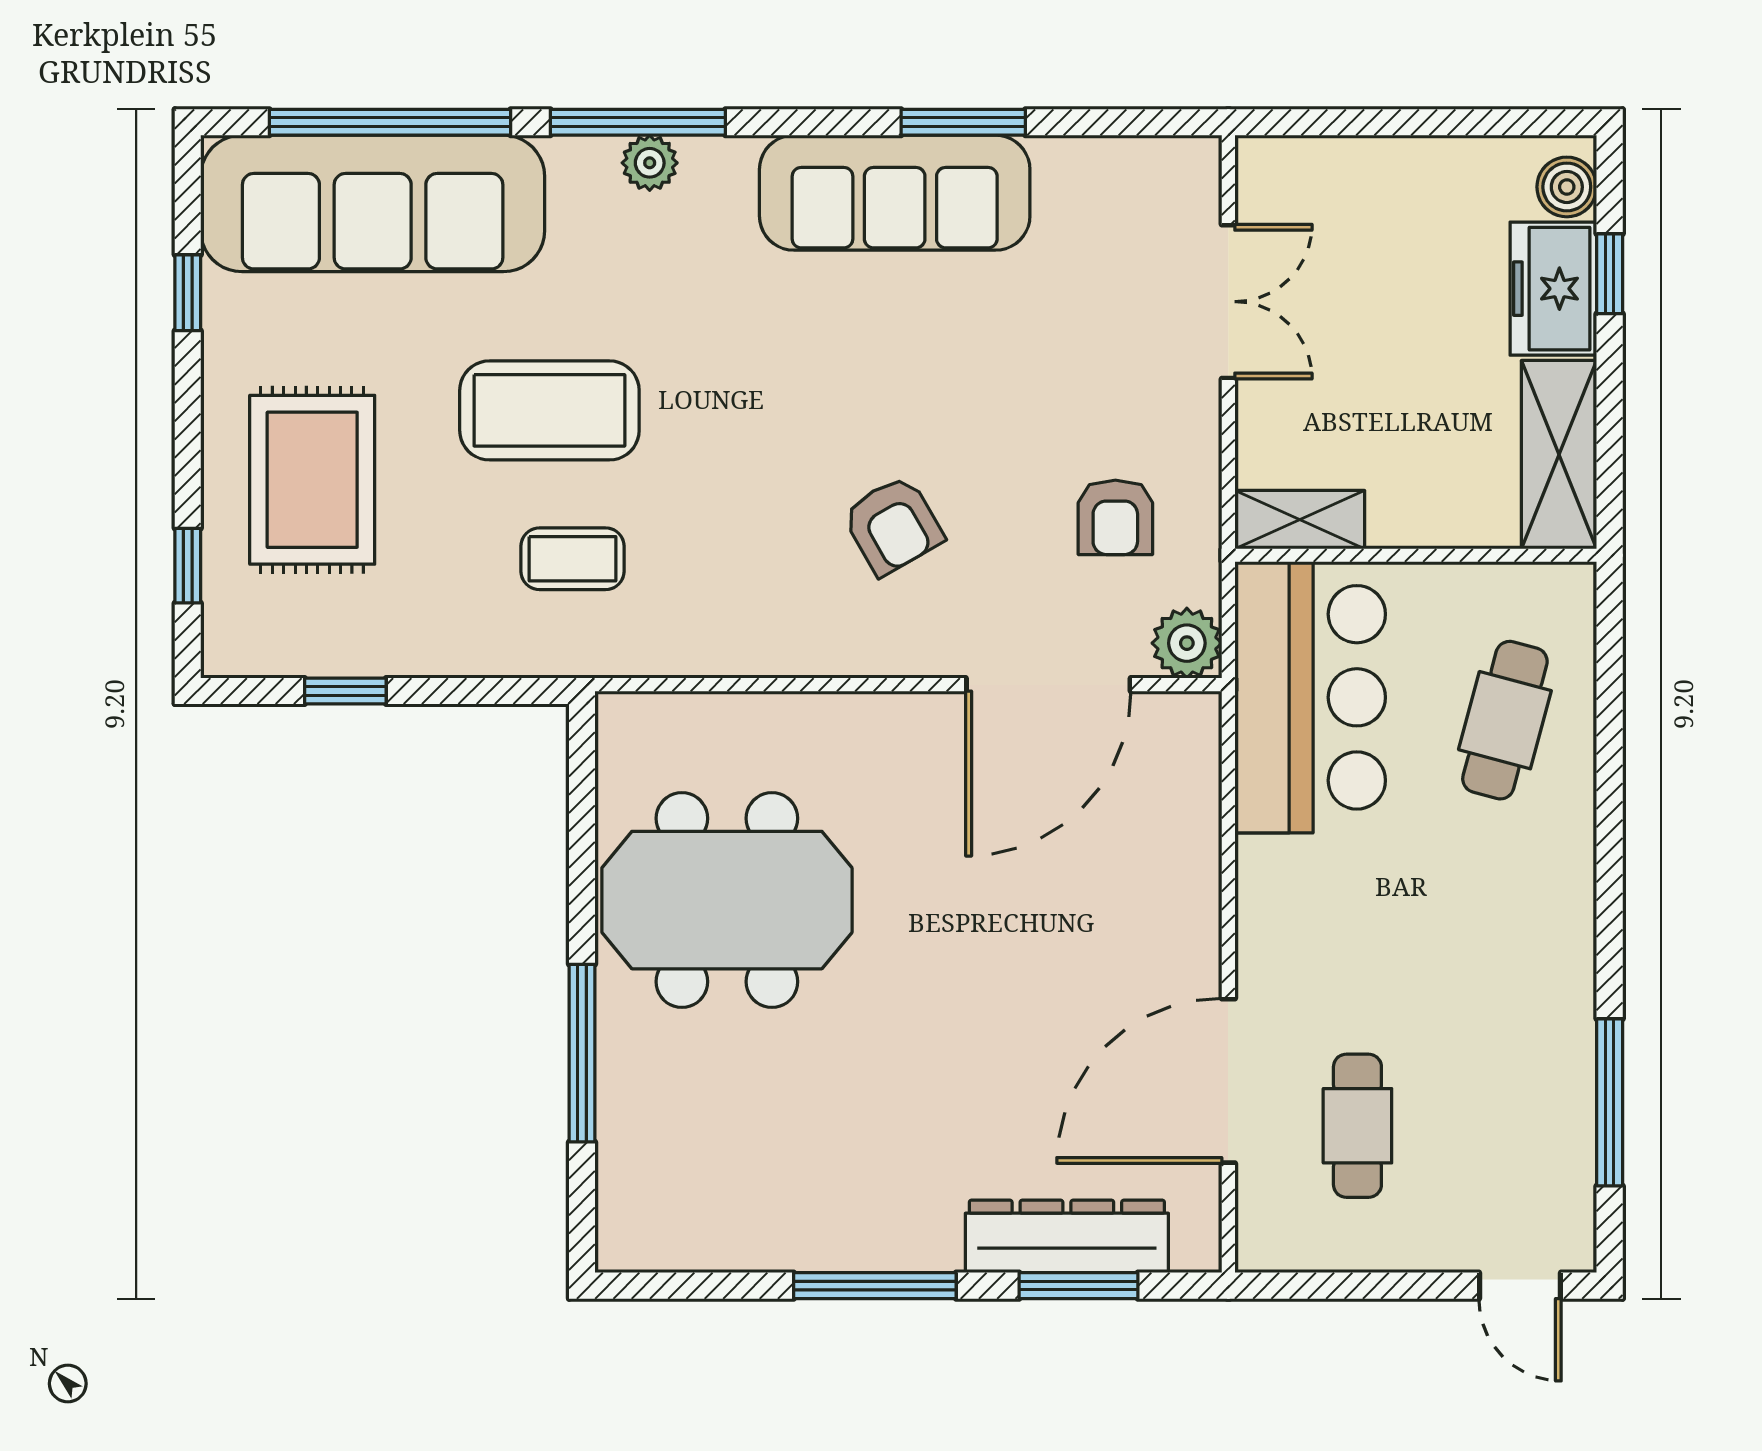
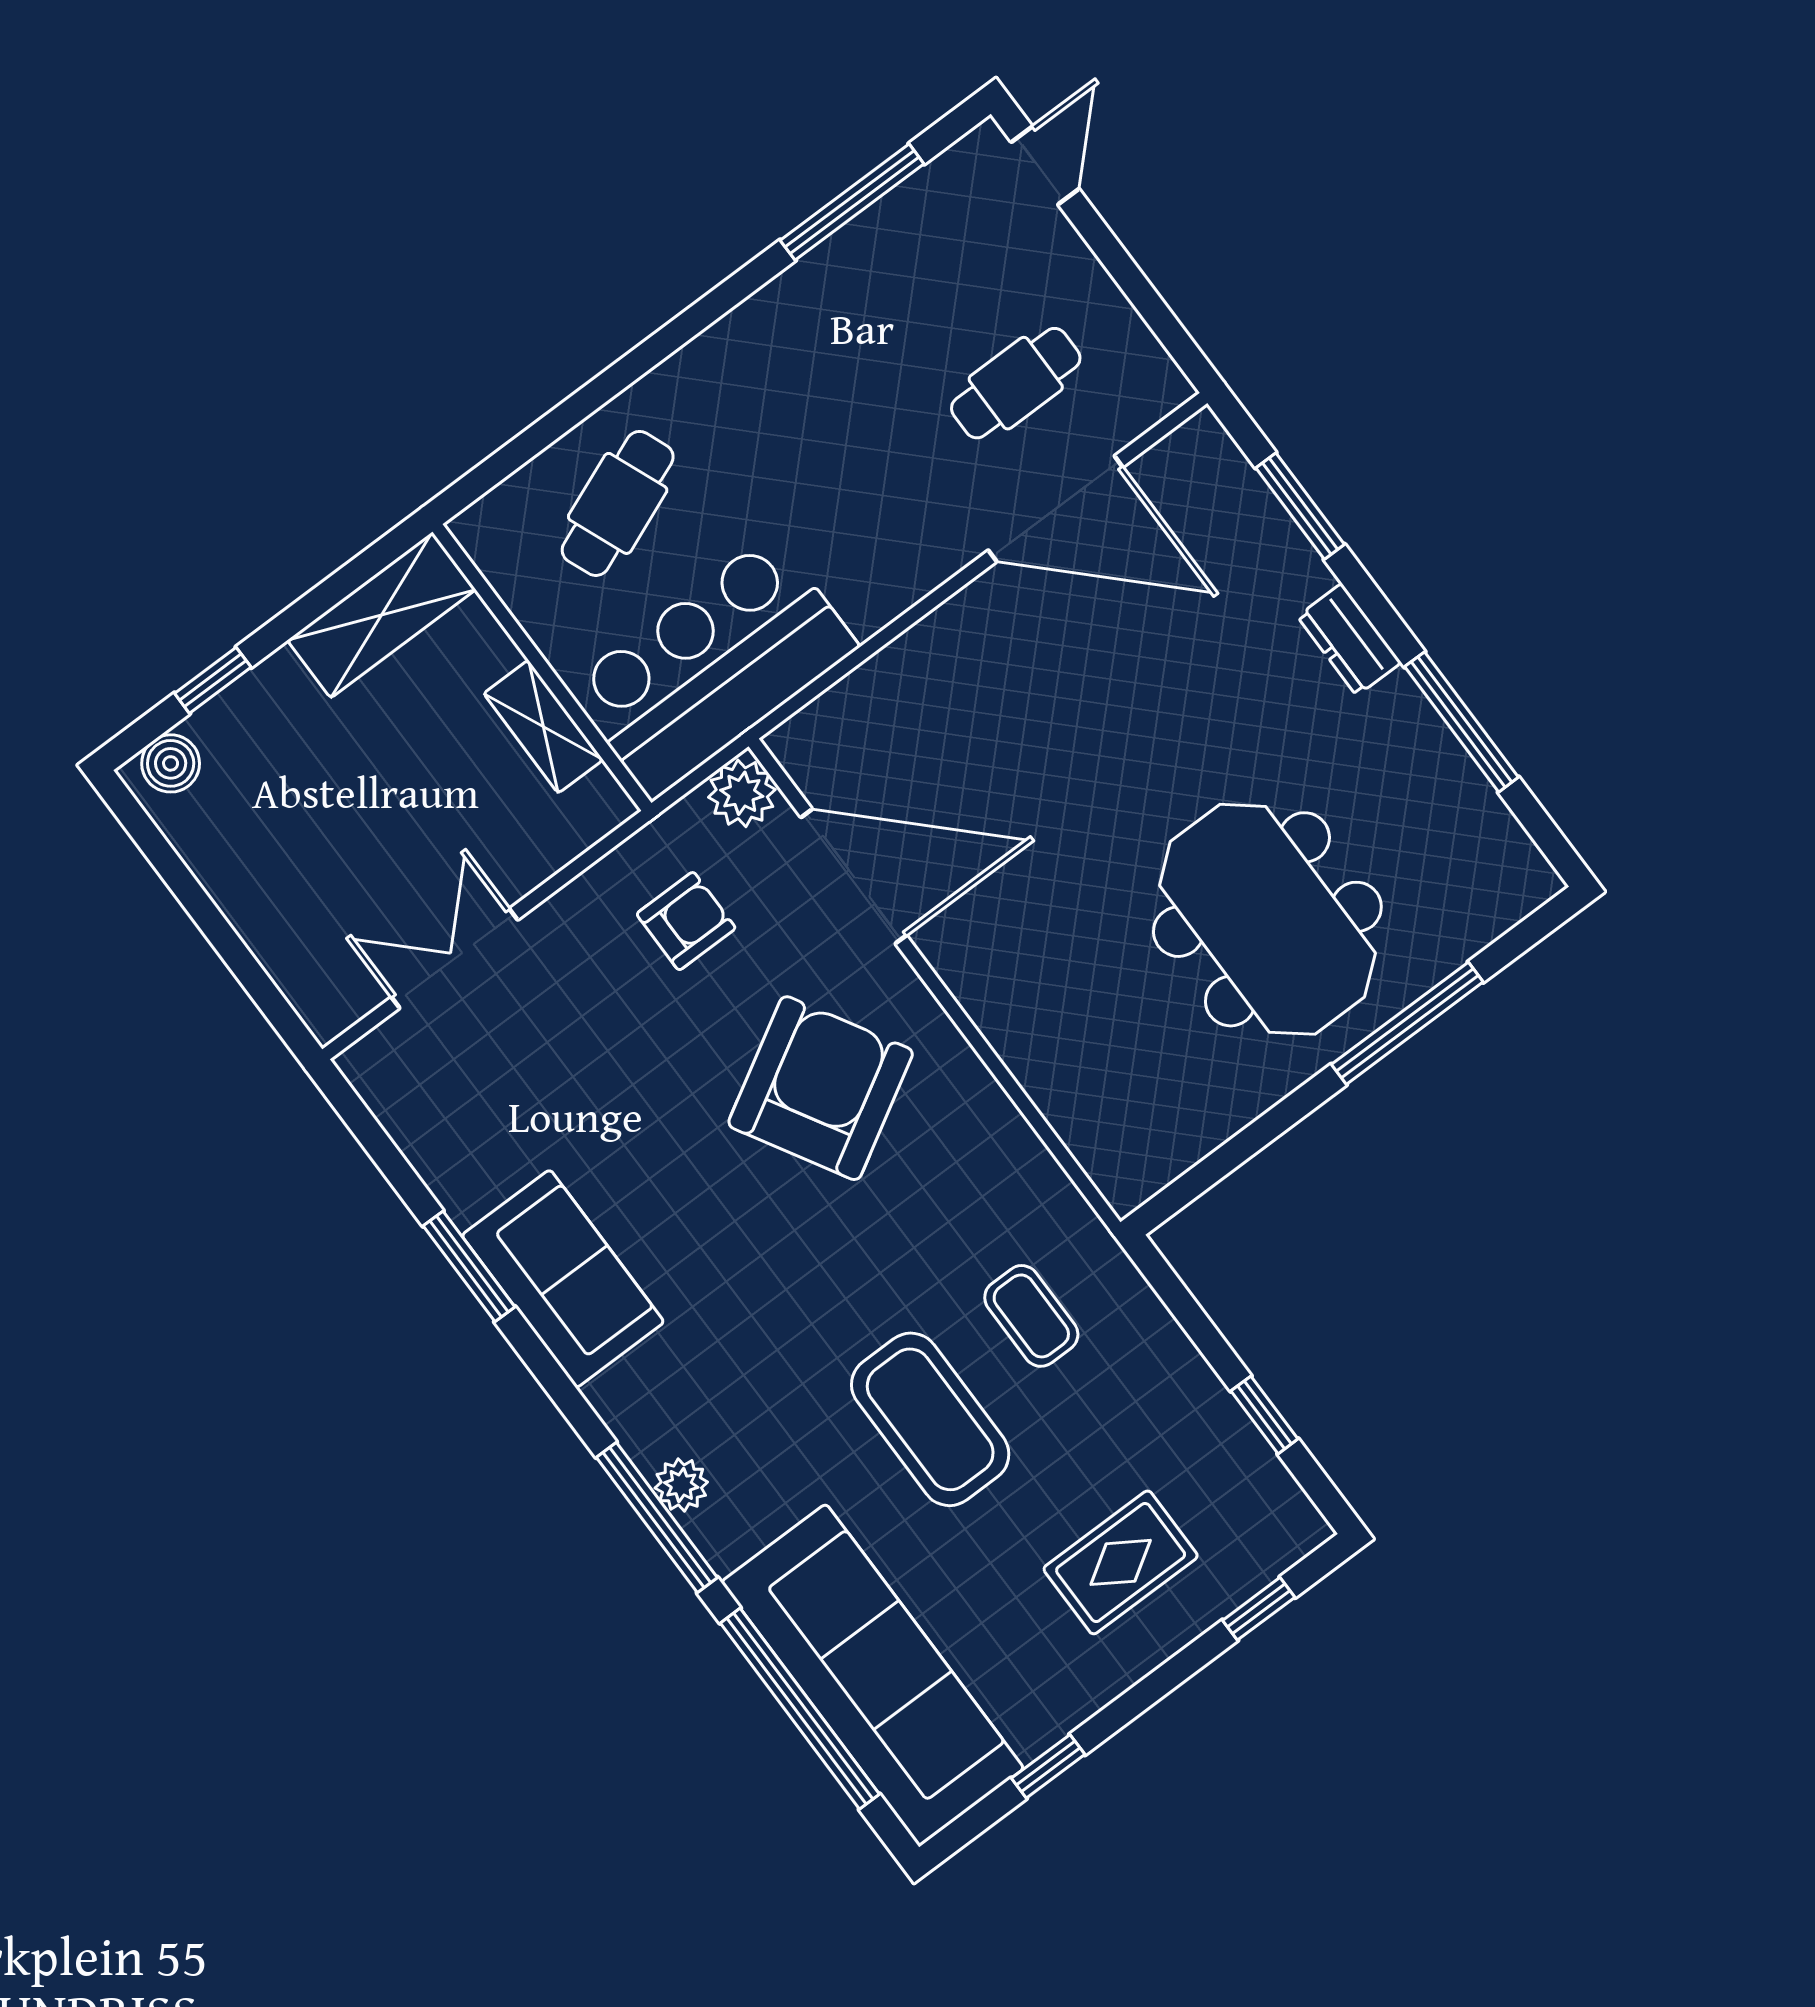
sofa: (895, 193) -> (563, 1279), width x0.73
freezer: (1553, 289) -> (257, 715), removed
rug: (312, 480) -> (1121, 1562), width x0.73, depth x0.70
shelving: (1300, 520) -> (543, 727), moved
armchair: (893, 525) -> (821, 1088), width x1.88, depth x1.88
cafe table: (1505, 720) -> (618, 503), turned -37
meeting table: (727, 900) -> (1267, 919), moved
dresser: (1067, 1236) -> (1349, 639), moved, width x0.51, depth x0.80
window: (875, 1286) -> (1462, 722), moved

